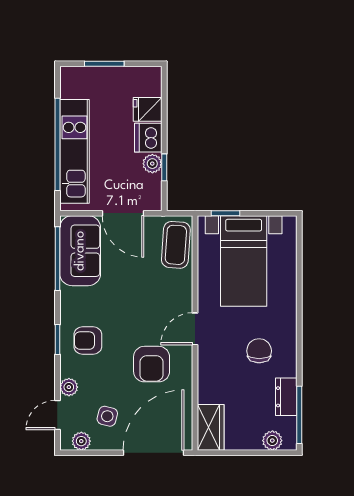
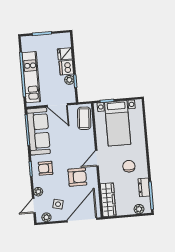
sofa: (80, 251) -> (39, 131), width x1.36
armchair: (152, 364) -> (77, 177), turned -90
wardrobe: (211, 427) -> (108, 200), width x1.50

